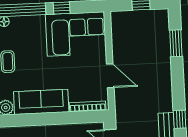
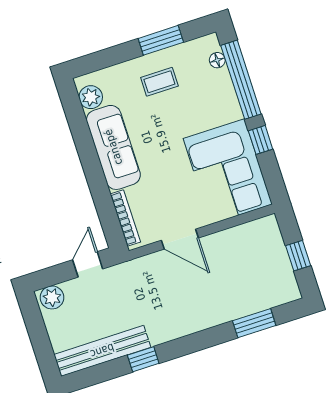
door: (110, 76) -> (180, 239), hinge flipped

